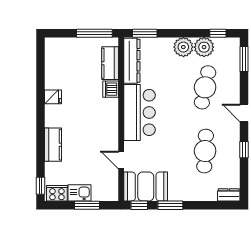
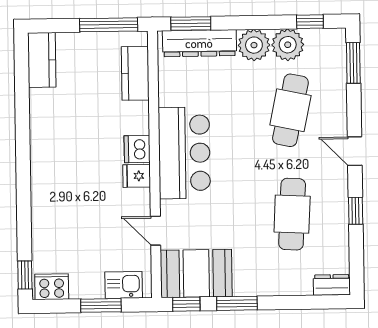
dresser: (132, 61) -> (199, 43), moved, turned 90
dishwasher: (111, 89) -> (137, 149), moved
fridge: (53, 97) -> (137, 176), moved, turned 180
kitchen counter: (53, 145) -> (42, 60), moved
kitchen sink: (80, 193) -> (124, 285), moved

